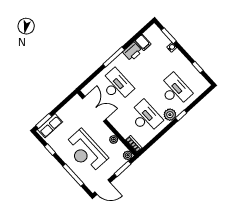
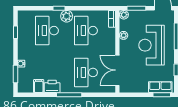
reception desk: (86, 151) -> (152, 45), turned 180

